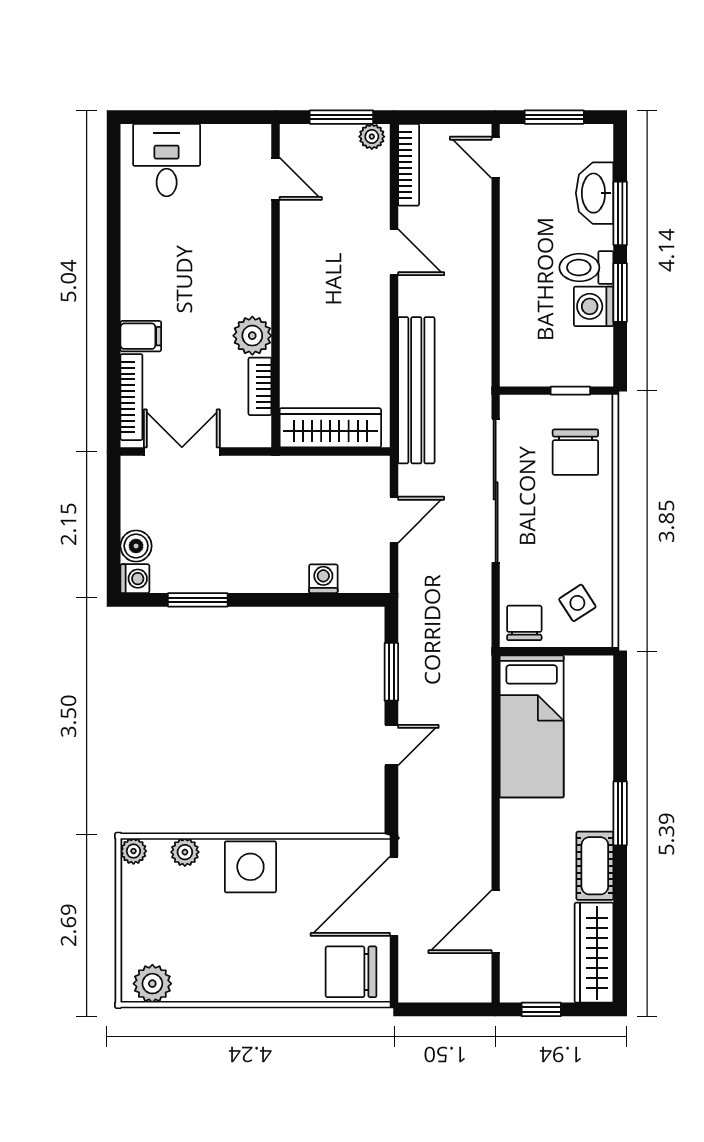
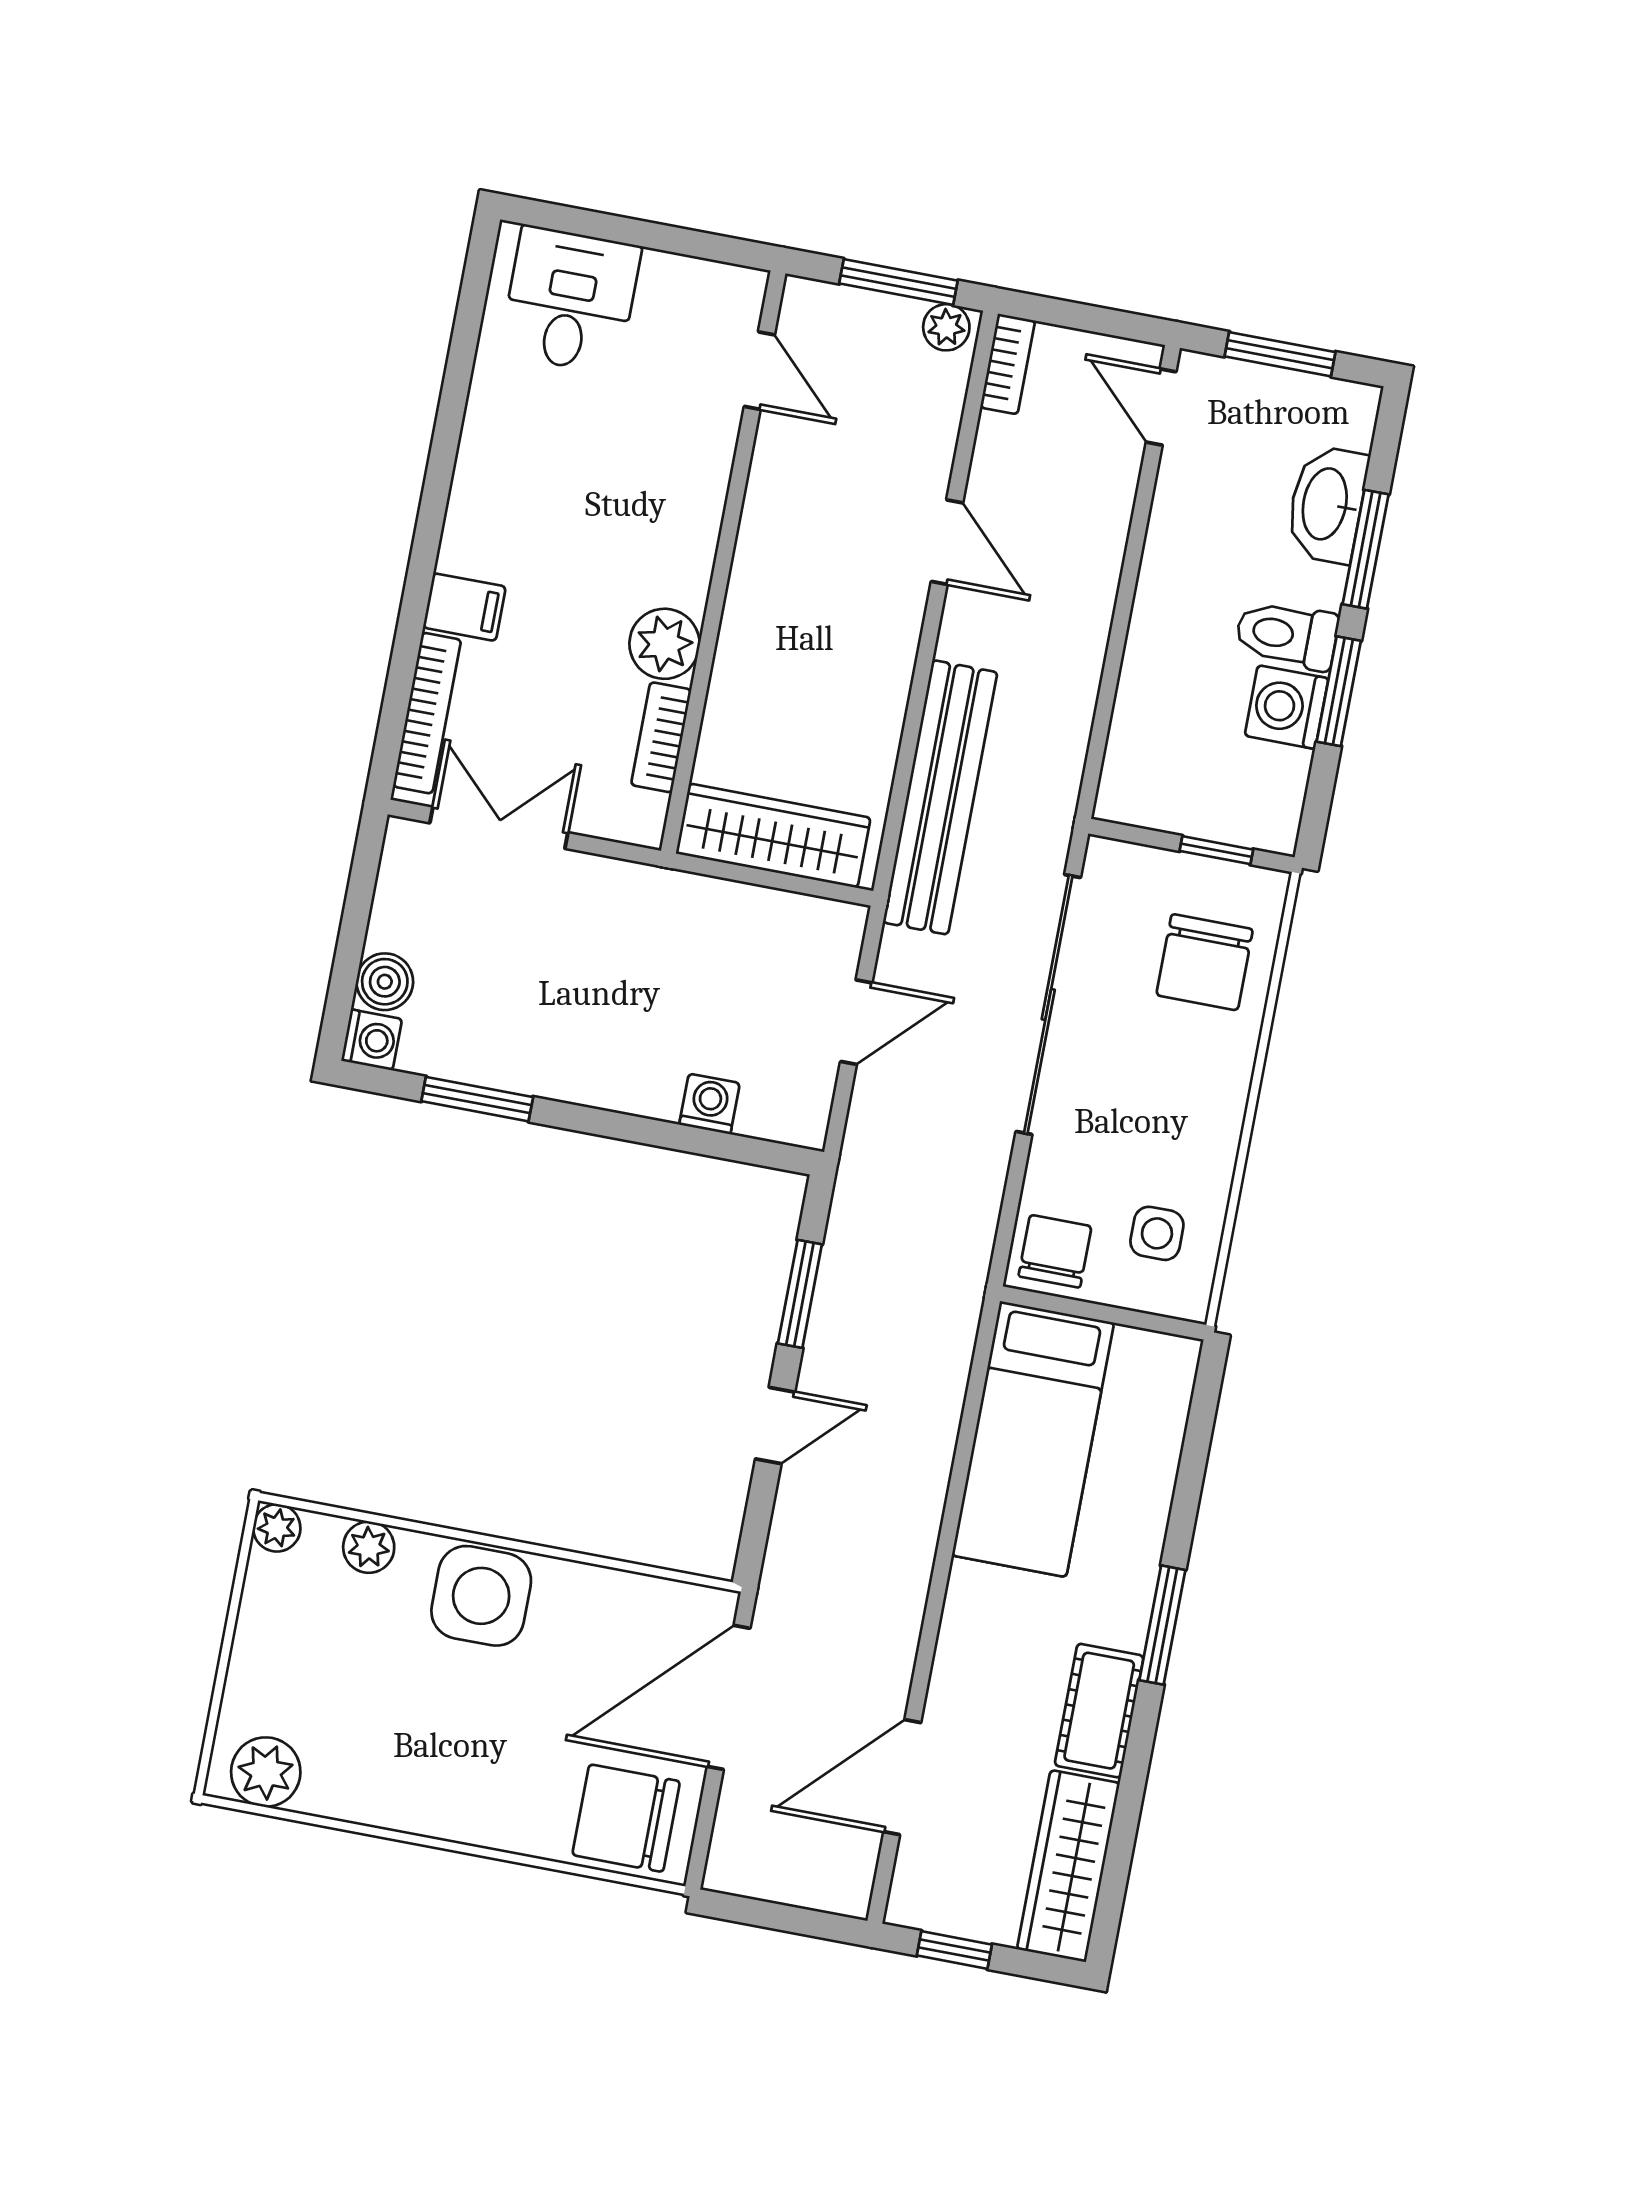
bookcase: (409, 165) -> (1008, 364), width x0.64
side table: (577, 603) -> (1157, 1233), turned 33

